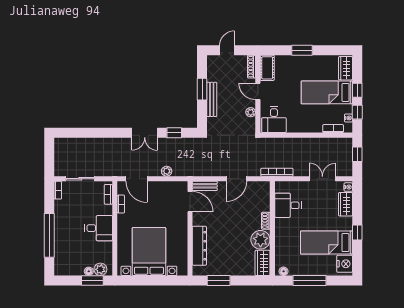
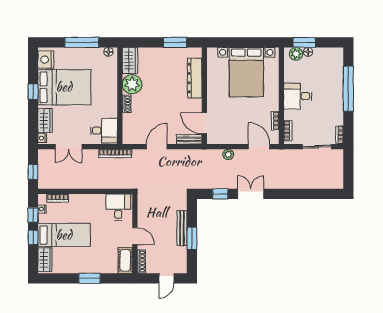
plant: (251, 112) -> (142, 215), removed
desk: (288, 205) -> (104, 131), moved
bed: (327, 243) -> (64, 87), width x1.50

